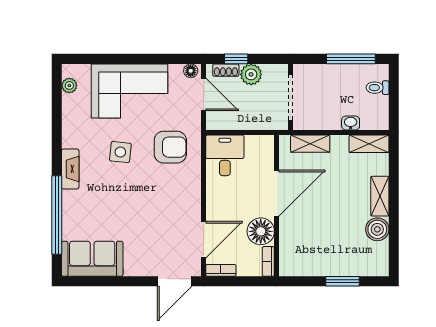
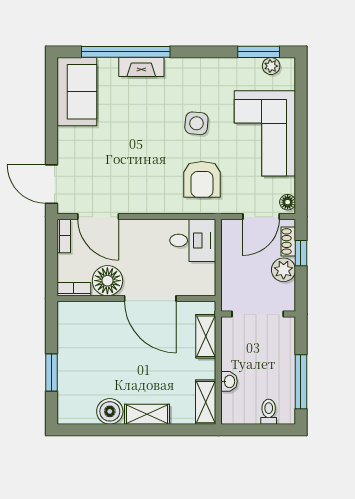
window: (57, 97) -> (259, 52), added
fireplace: (70, 169) -> (141, 67), moved

